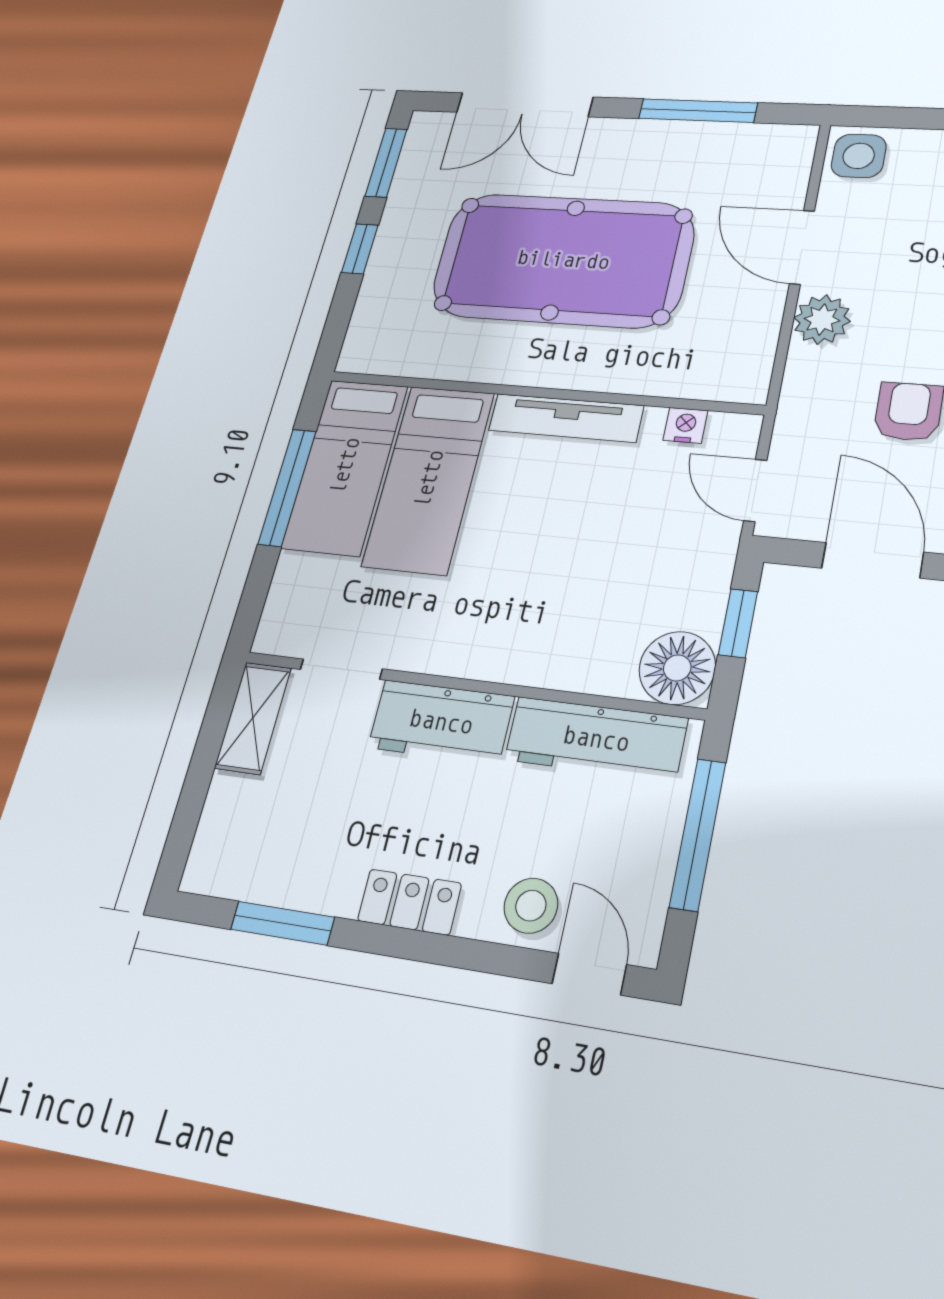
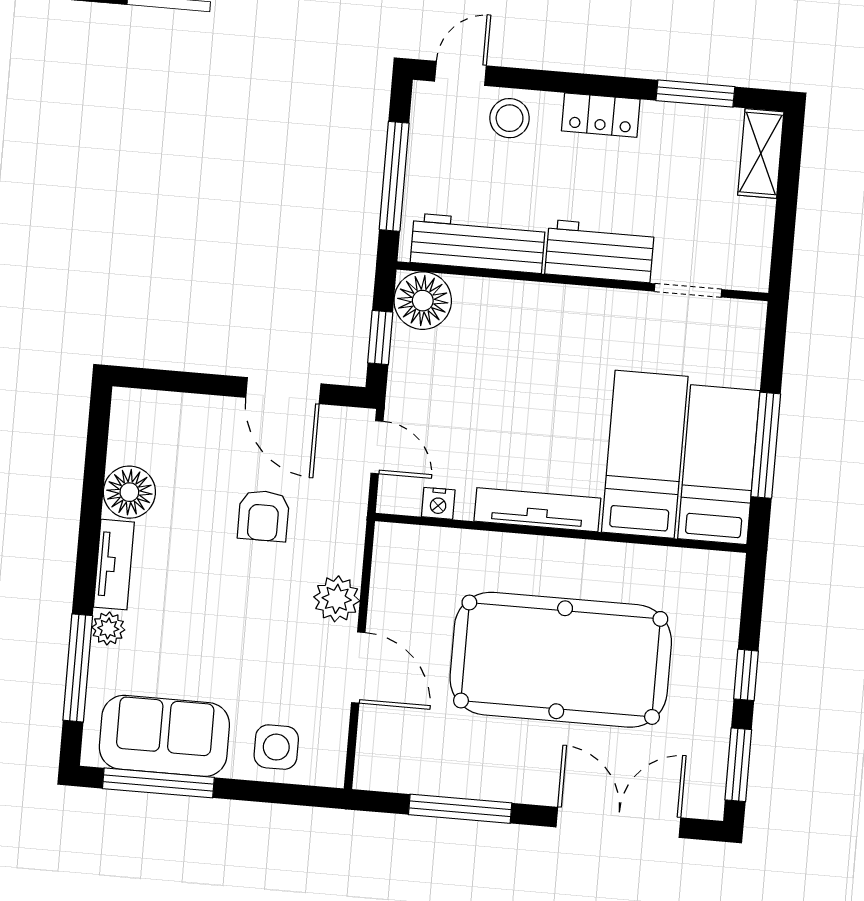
side table: (859, 156) -> (276, 747), moved
shelving: (253, 718) -> (761, 153), moved
door: (589, 974) -> (460, 73), swing flipped

